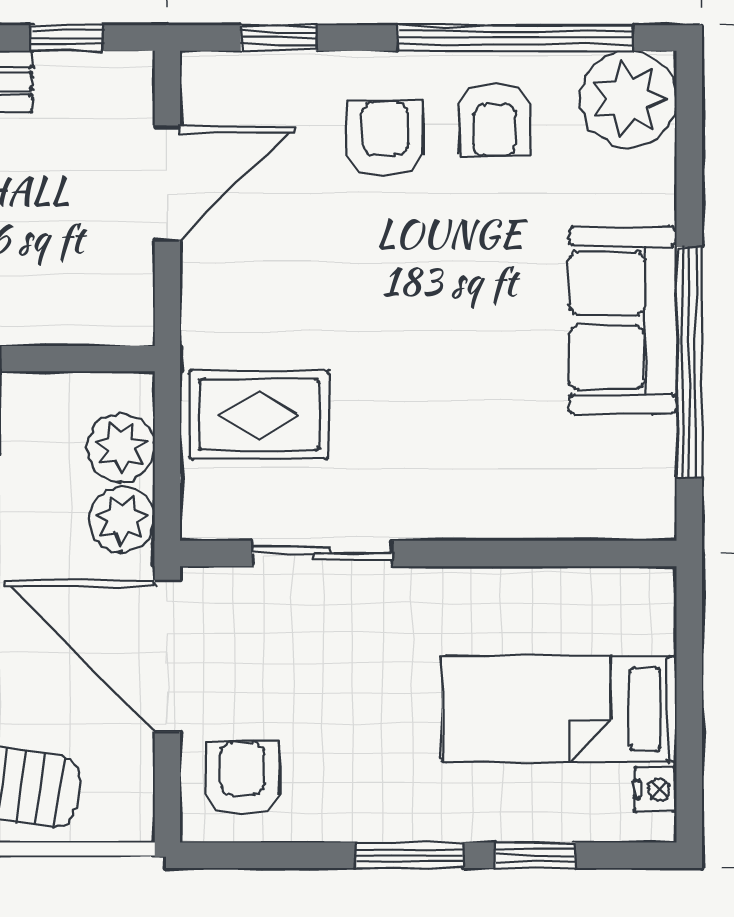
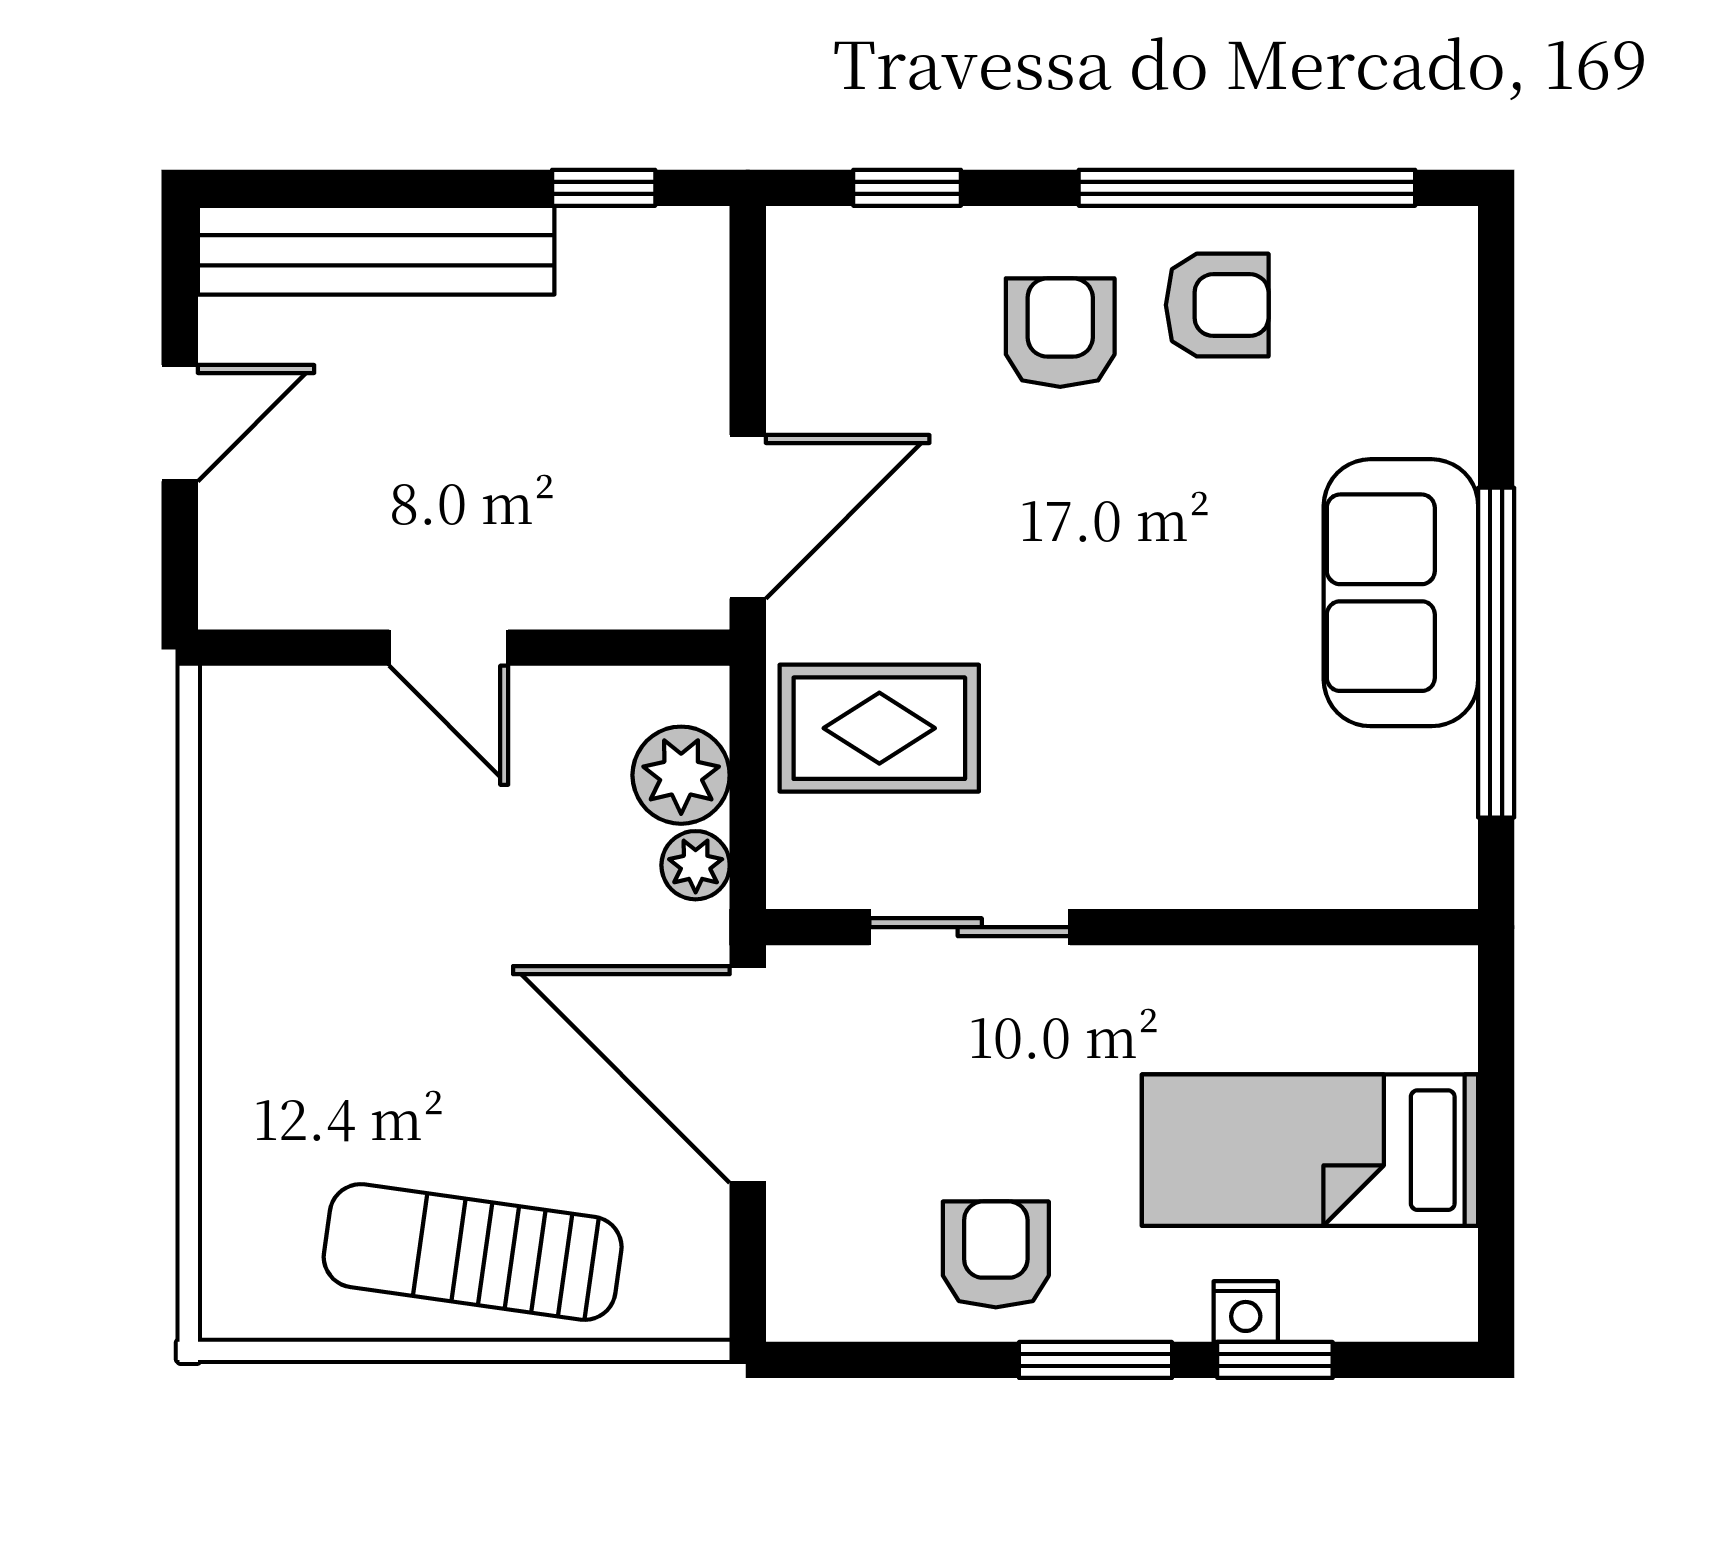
plant: (628, 99) -> (1409, 275), removed
armchair: (495, 120) -> (1217, 305), turned -90
door: (167, 184) -> (748, 517), moved
plant: (122, 519) -> (696, 865), width x0.73, depth x0.73
armchair: (242, 779) -> (996, 1254), moved
nightstand: (655, 789) -> (1246, 1312), moved, turned 90

